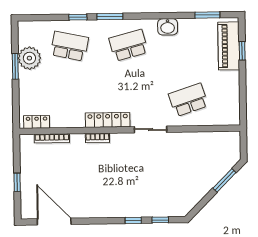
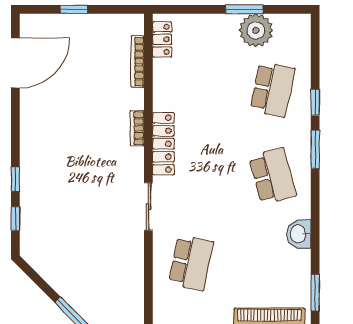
school desk: (188, 100) -> (191, 263), turned 30

